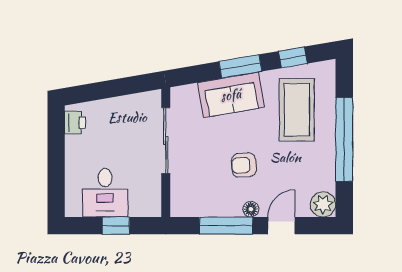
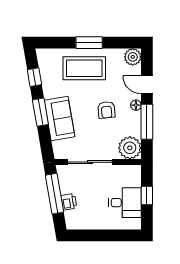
window: (119, 87) -> (54, 194), added
coffee table: (297, 110) -> (84, 68), moved
printer: (75, 123) -> (69, 202), moved, turned 80
window: (344, 139) -> (89, 43), width x0.47
plant: (187, 200) -> (130, 148), added

